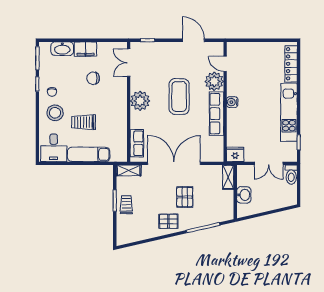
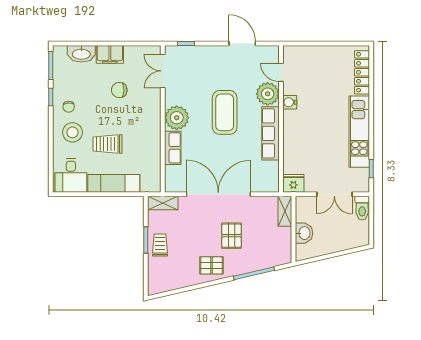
water cooler: (232, 102) -> (290, 102), moved
row of seats: (137, 143) -> (173, 148), moved

